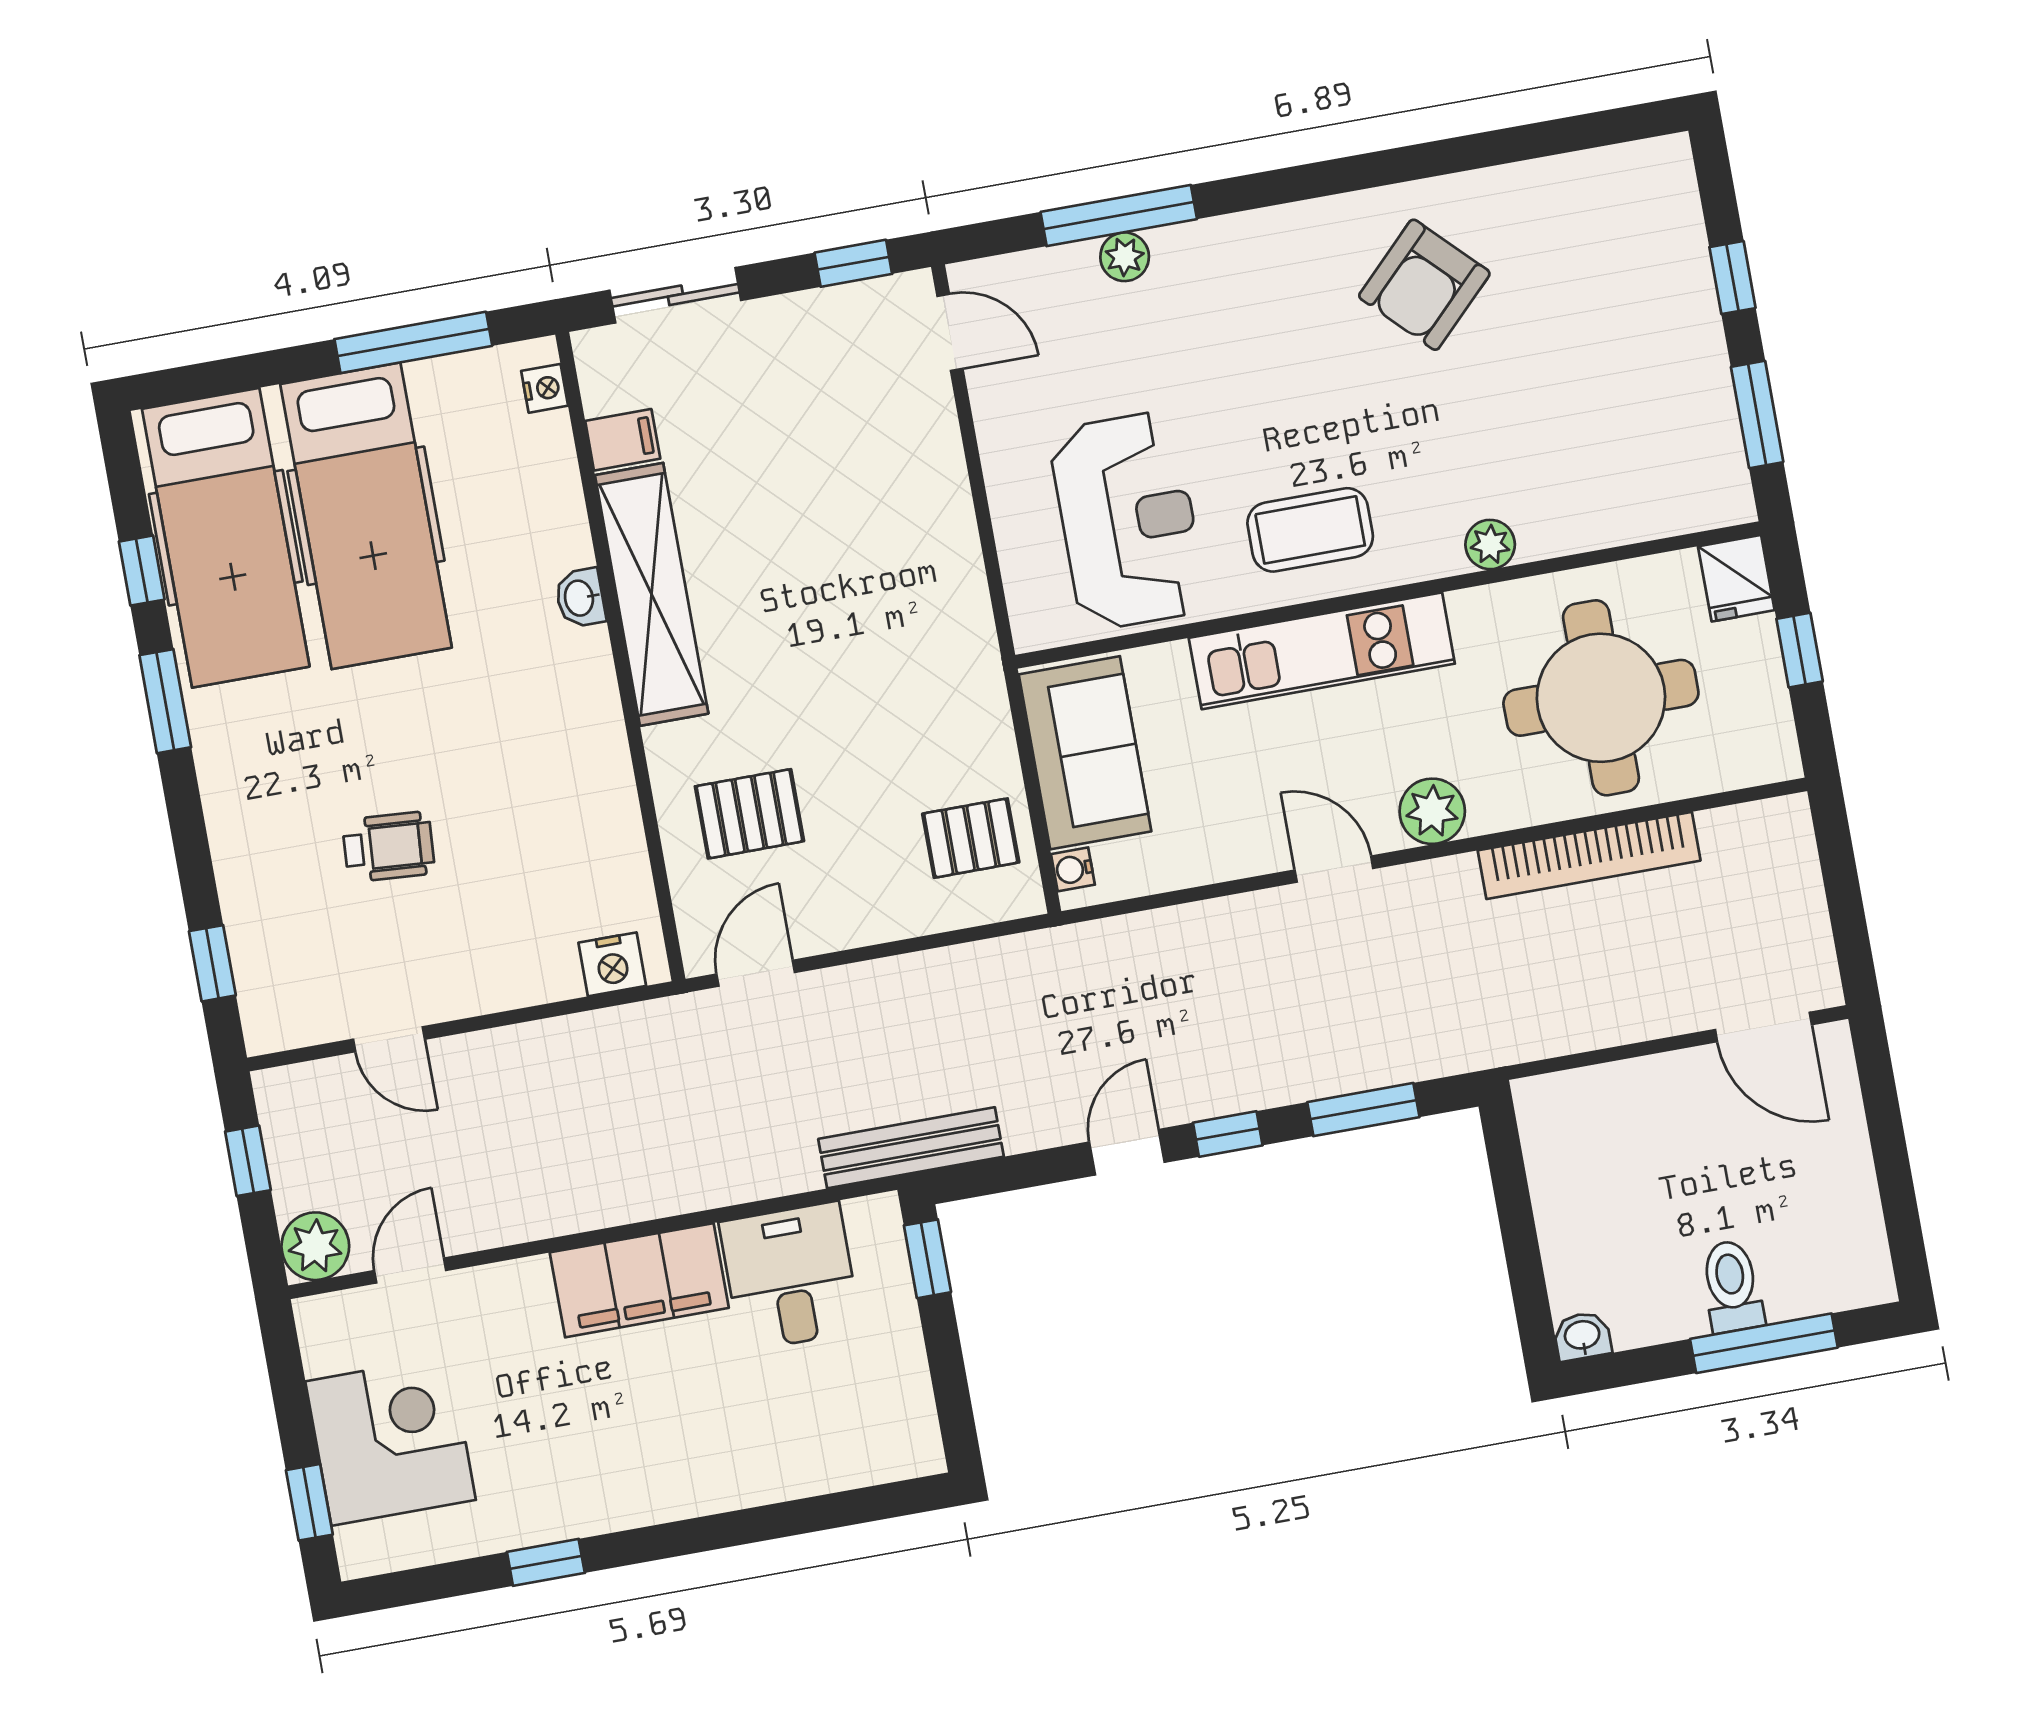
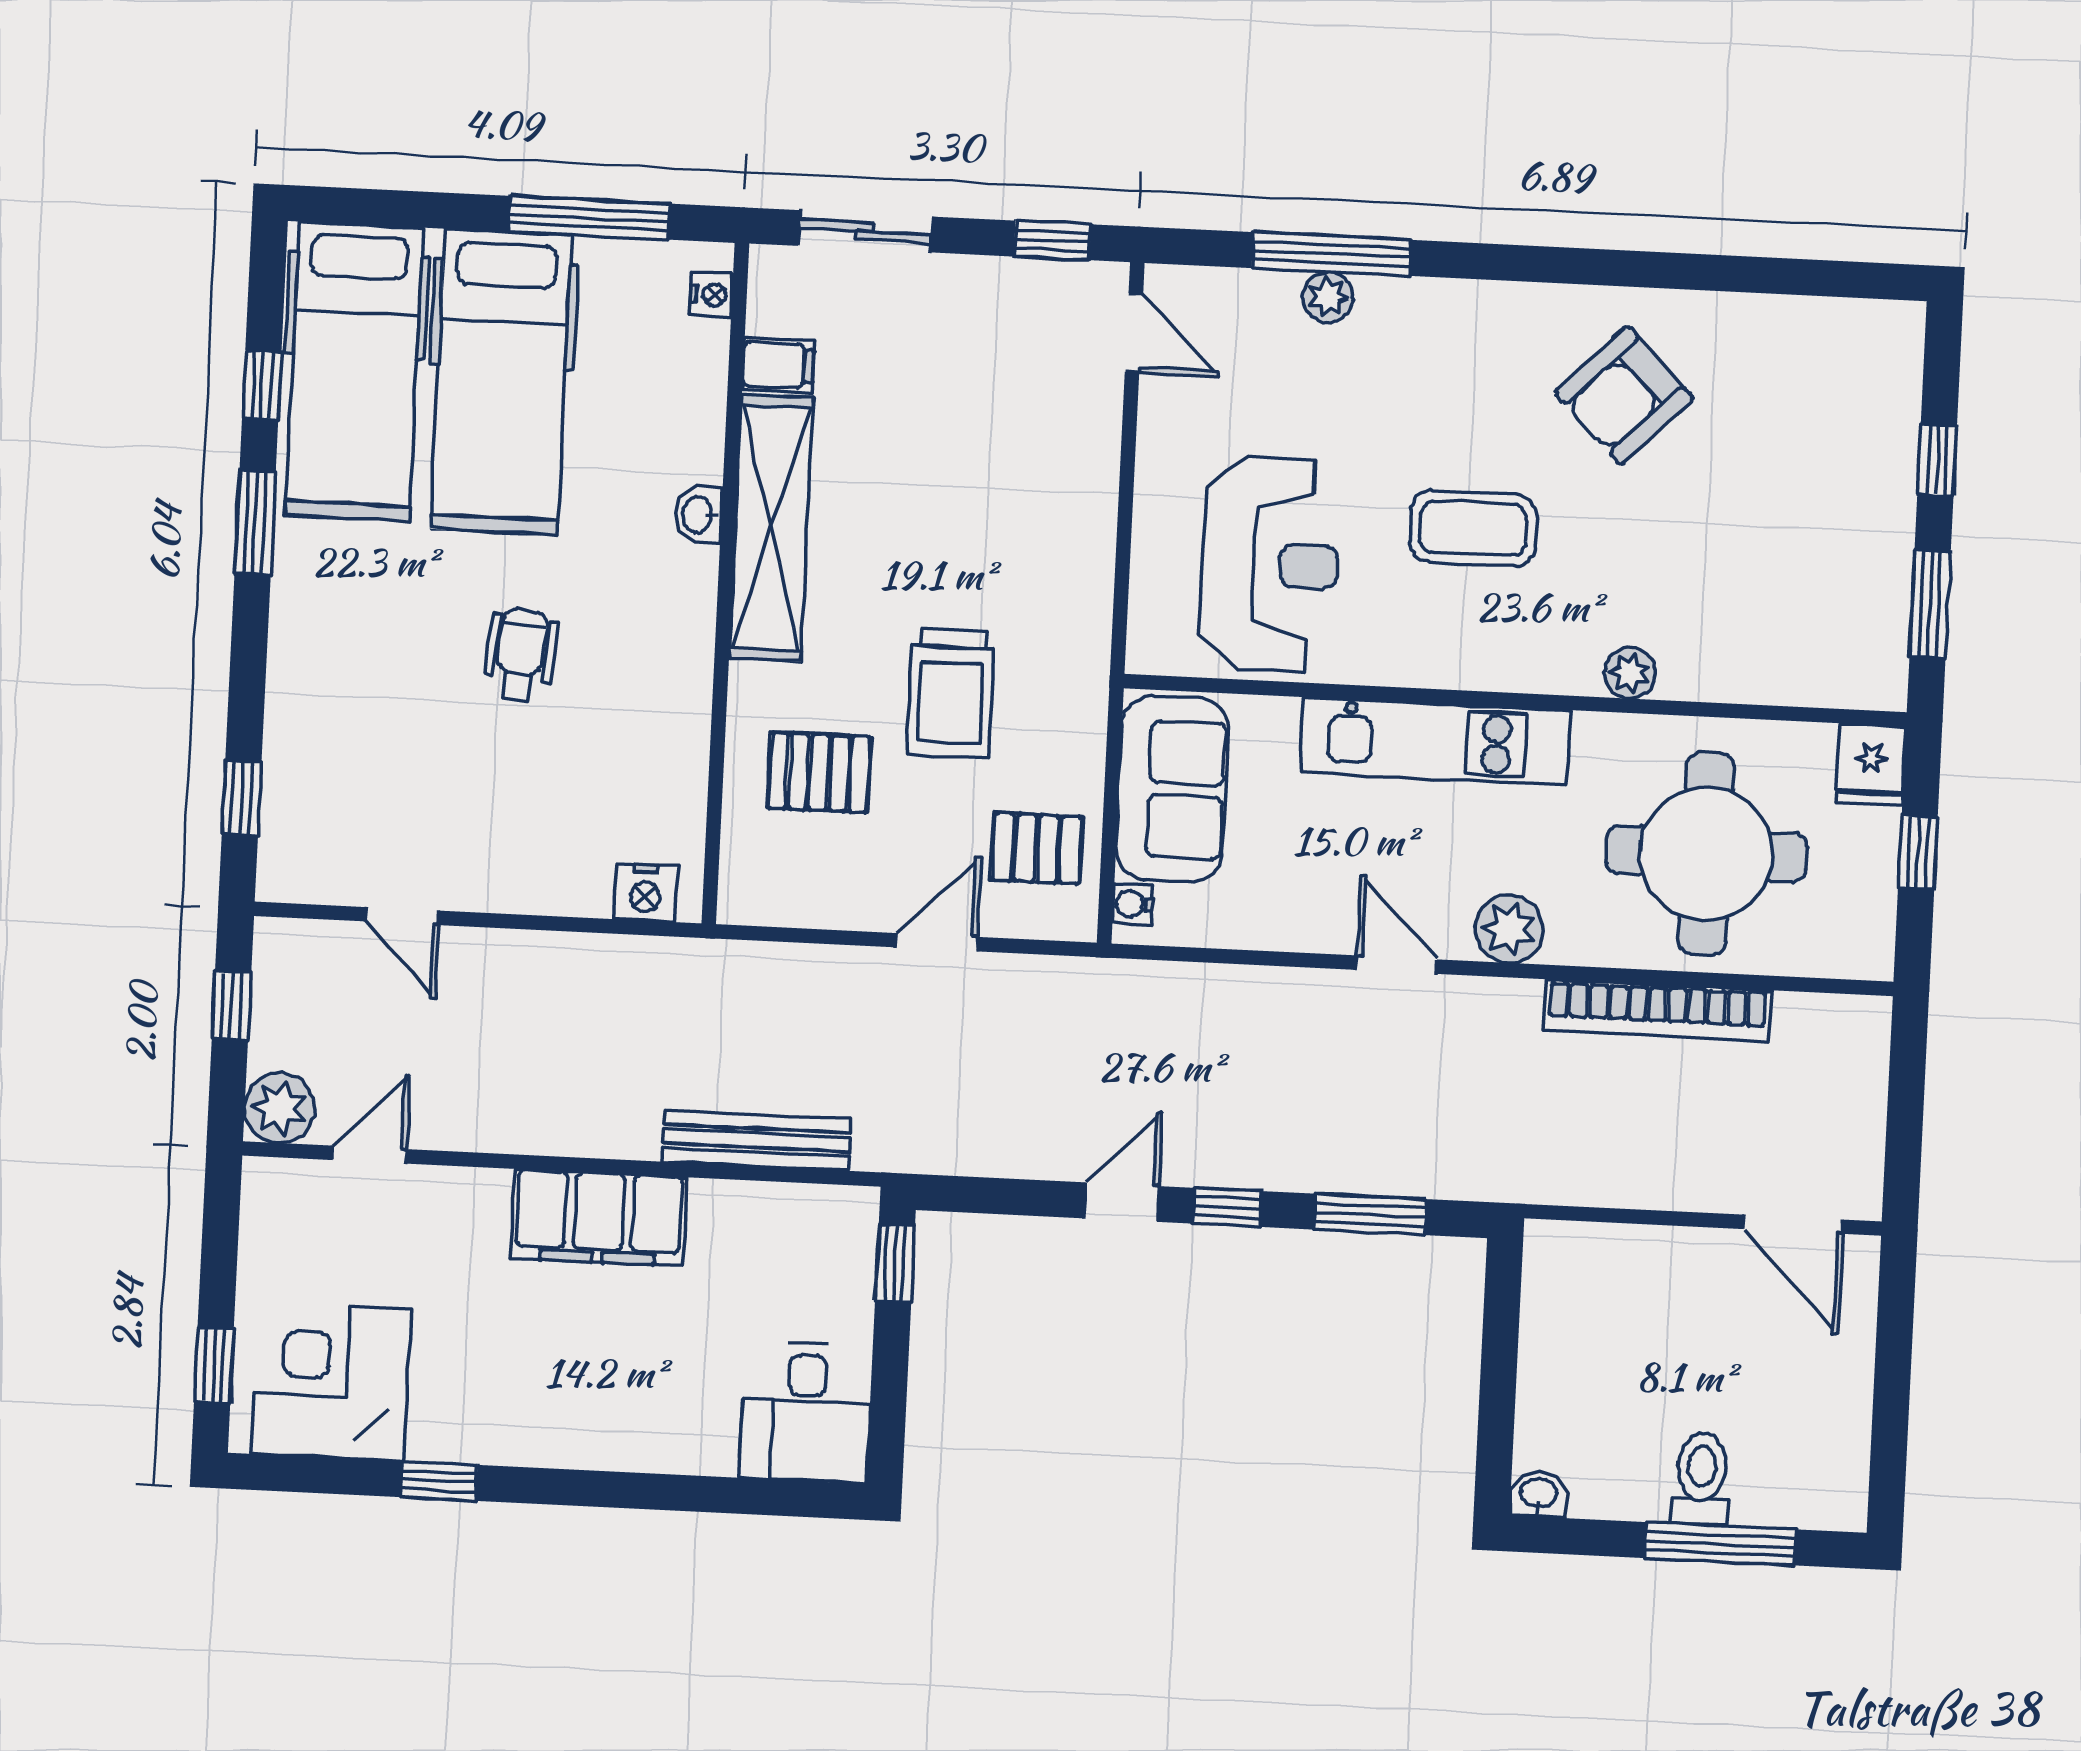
coffee table: (1310, 530) -> (1473, 528), moved
trolley: (856, 711) -> (951, 693), added
wheelchair: (388, 847) -> (521, 655), moved, turned -89
door: (756, 973) -> (937, 942), moved
bench: (911, 1148) -> (756, 1140), moved
desk: (790, 1276) -> (806, 1412), moved, turned 180
corner desk: (391, 1441) -> (331, 1382), moved, turned -90

